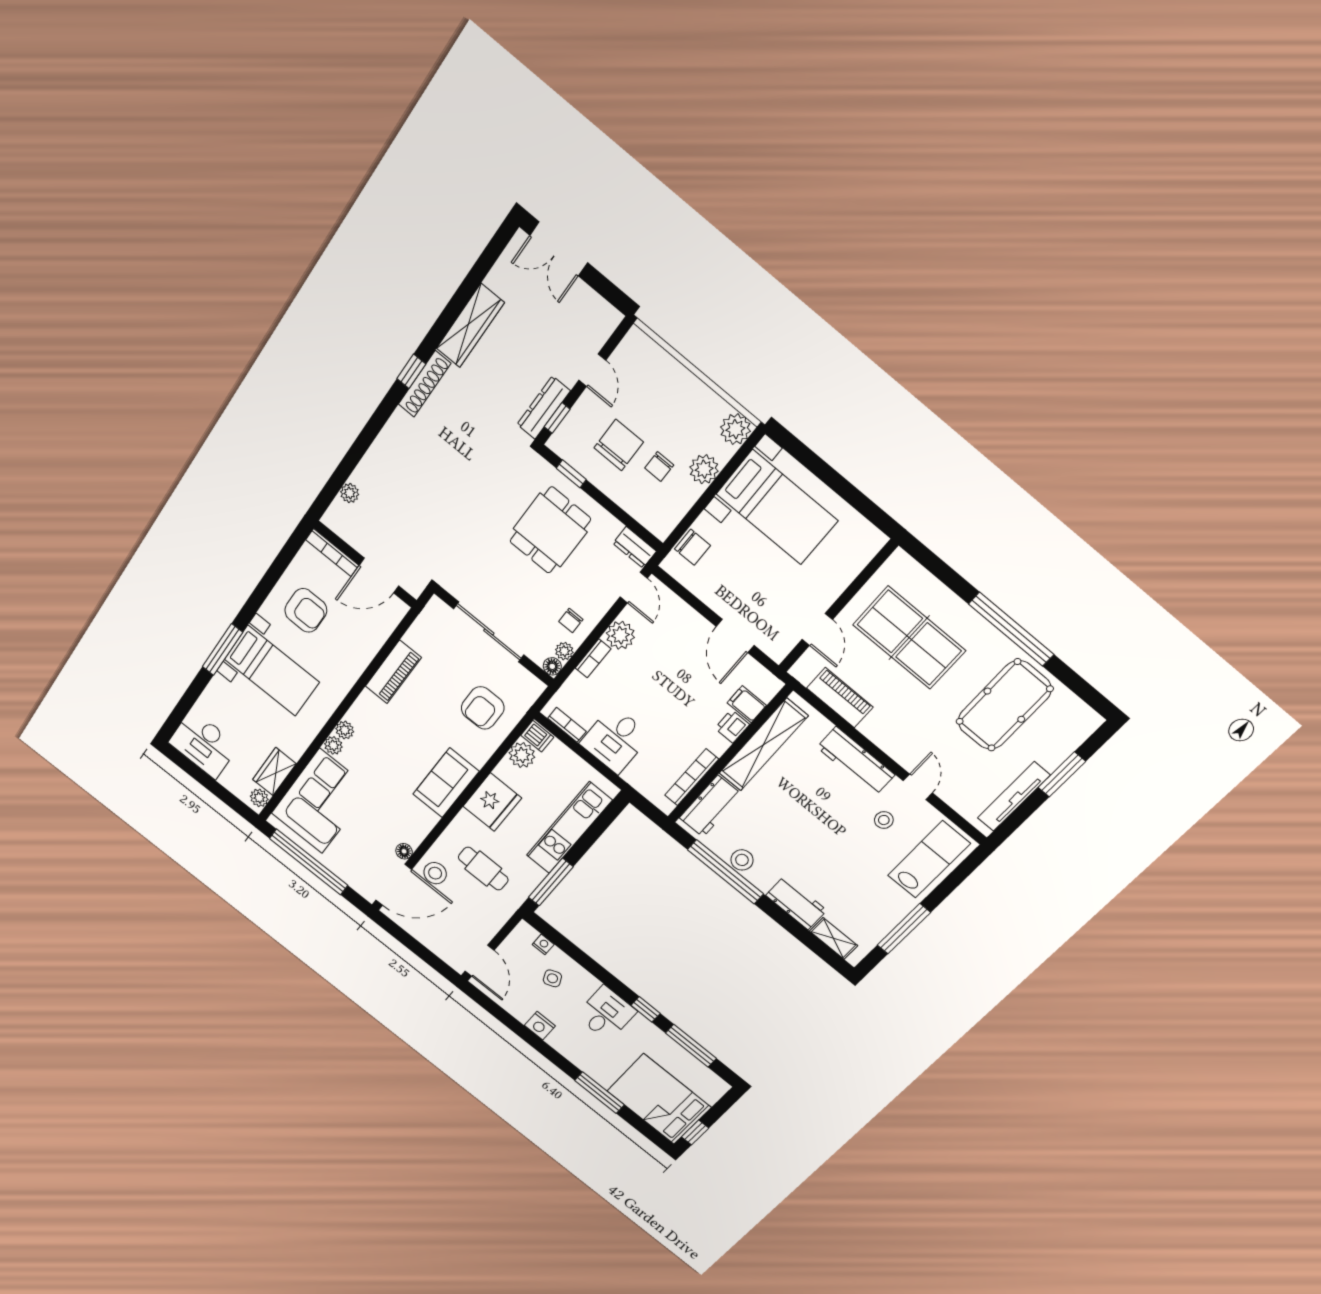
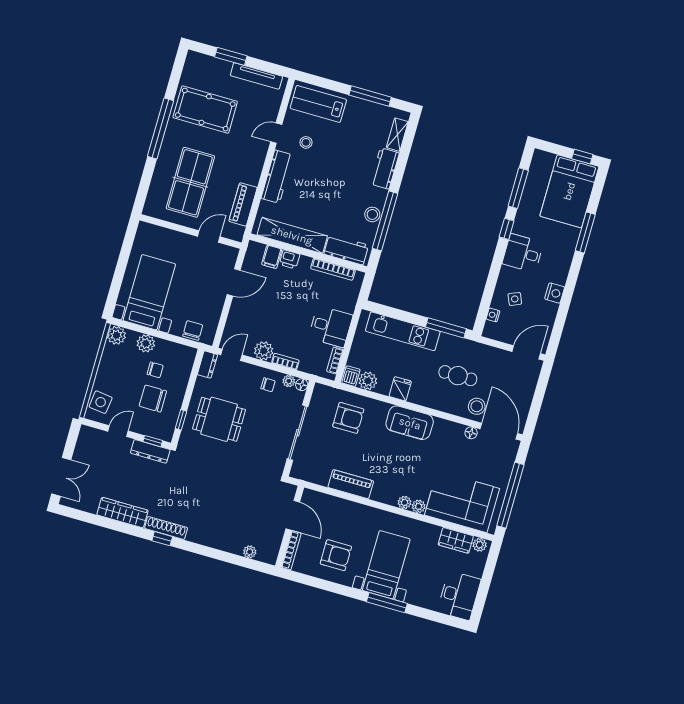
side table: (646, 361) -> (101, 402), added
armchair: (306, 610) -> (336, 555), turned 90
fridge: (492, 802) -> (400, 389), width x0.53, depth x0.75
cafe table: (483, 869) -> (458, 376), turned 90

